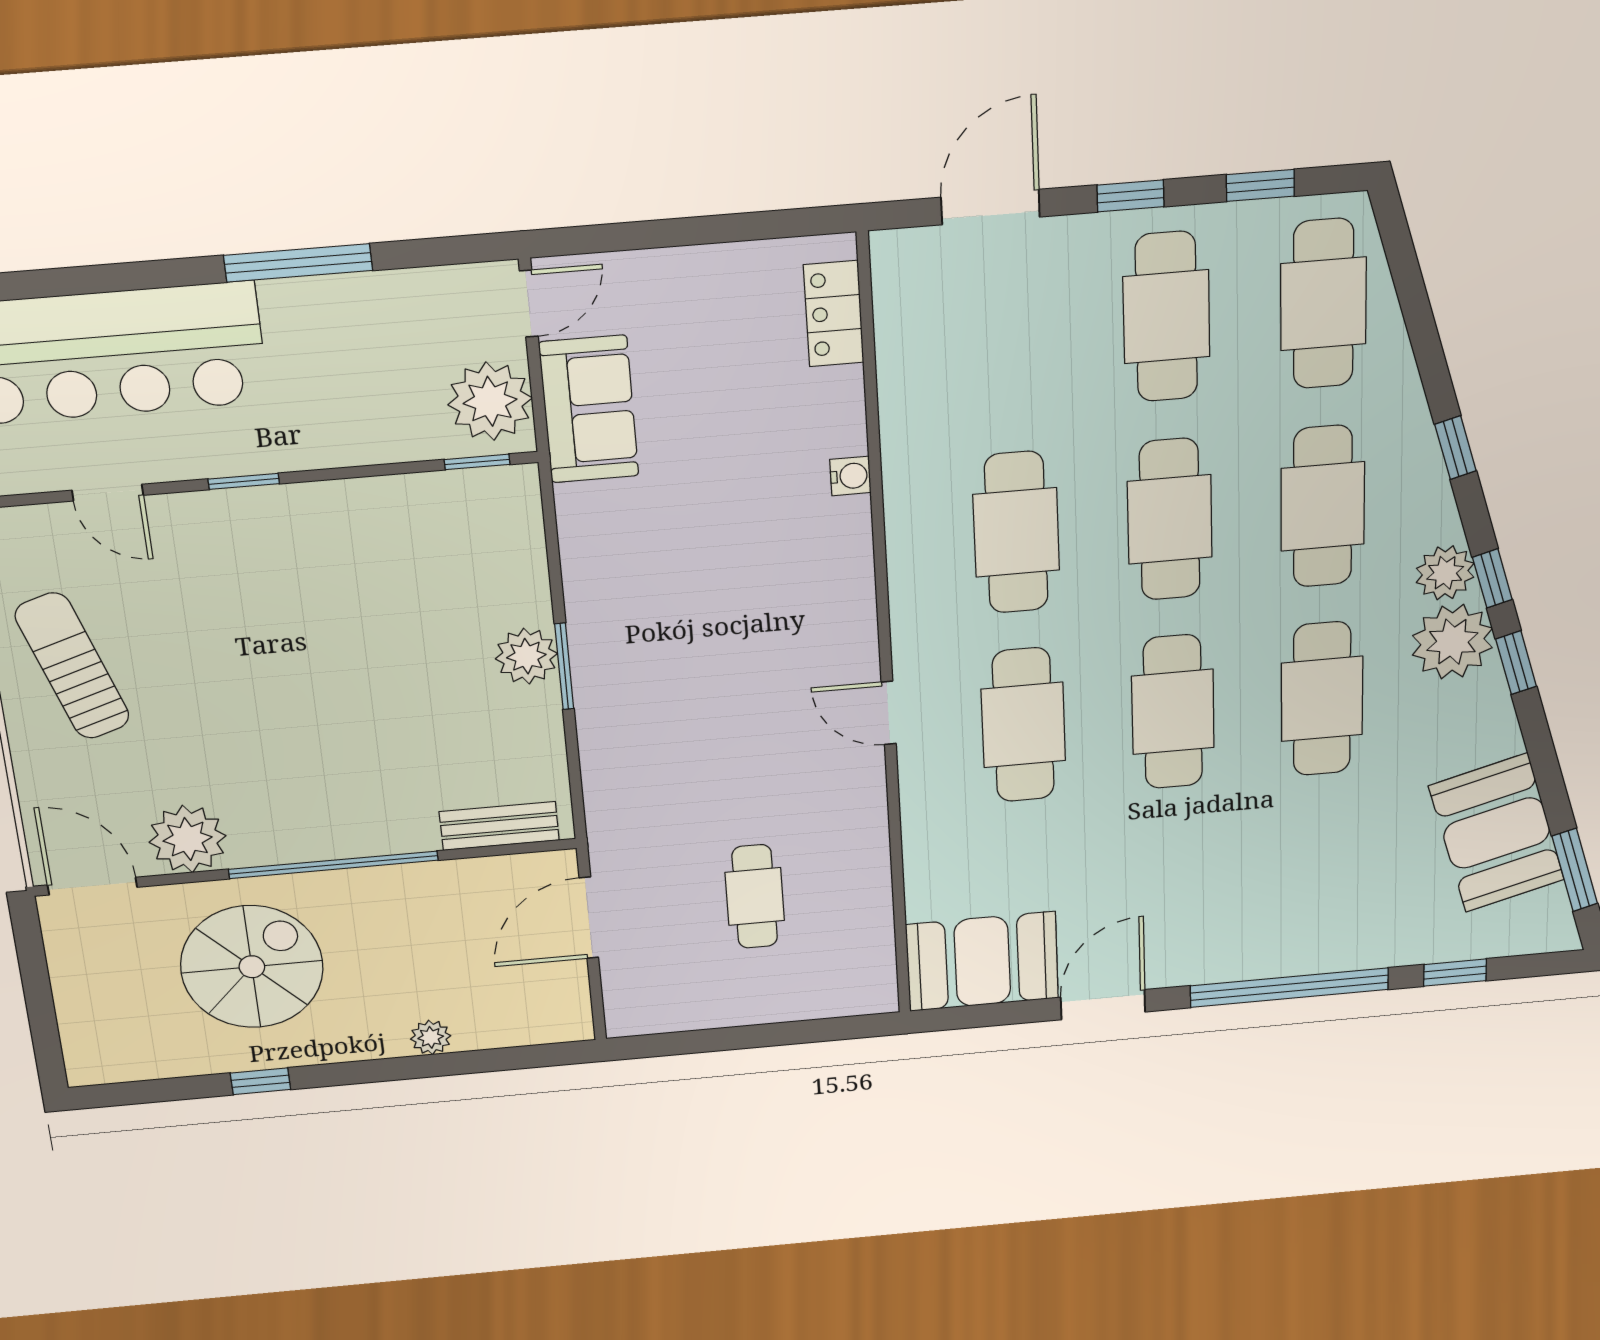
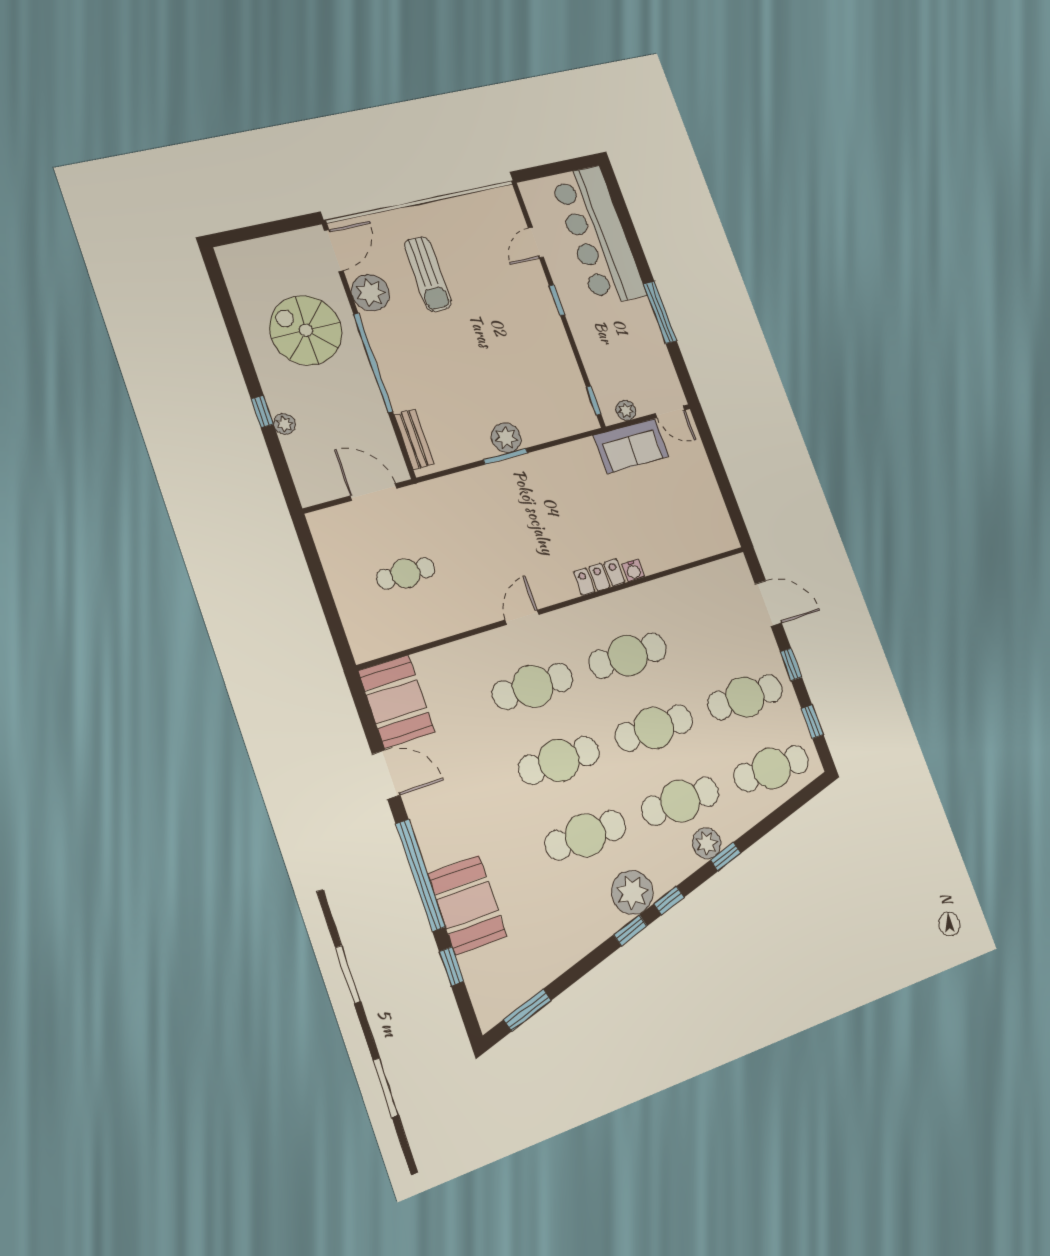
locker: (834, 314) -> (599, 577), moved
plant: (490, 401) -> (626, 410), width x0.53, depth x0.53
plant: (1445, 573) -> (707, 843), moved
sun lounger: (72, 666) -> (428, 274), moved, turned 108
booth: (1497, 833) -> (467, 905), moved, turned -75
spiral stairs: (252, 967) -> (306, 330), turned 180
window: (260, 1081) -> (262, 412), moved

